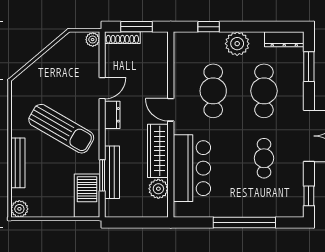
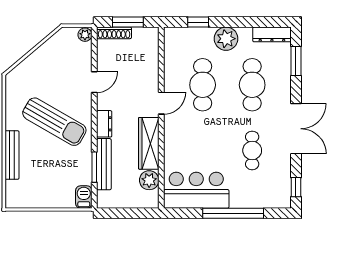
door: (171, 110) -> (161, 103), swing flipped
dresser: (112, 115) -> (104, 124), moved
bar counter: (192, 168) -> (196, 190), moved, turned -90
barbecue: (87, 196) -> (84, 197), width x0.53, depth x0.65
plant: (19, 209) -> (14, 200), removed

